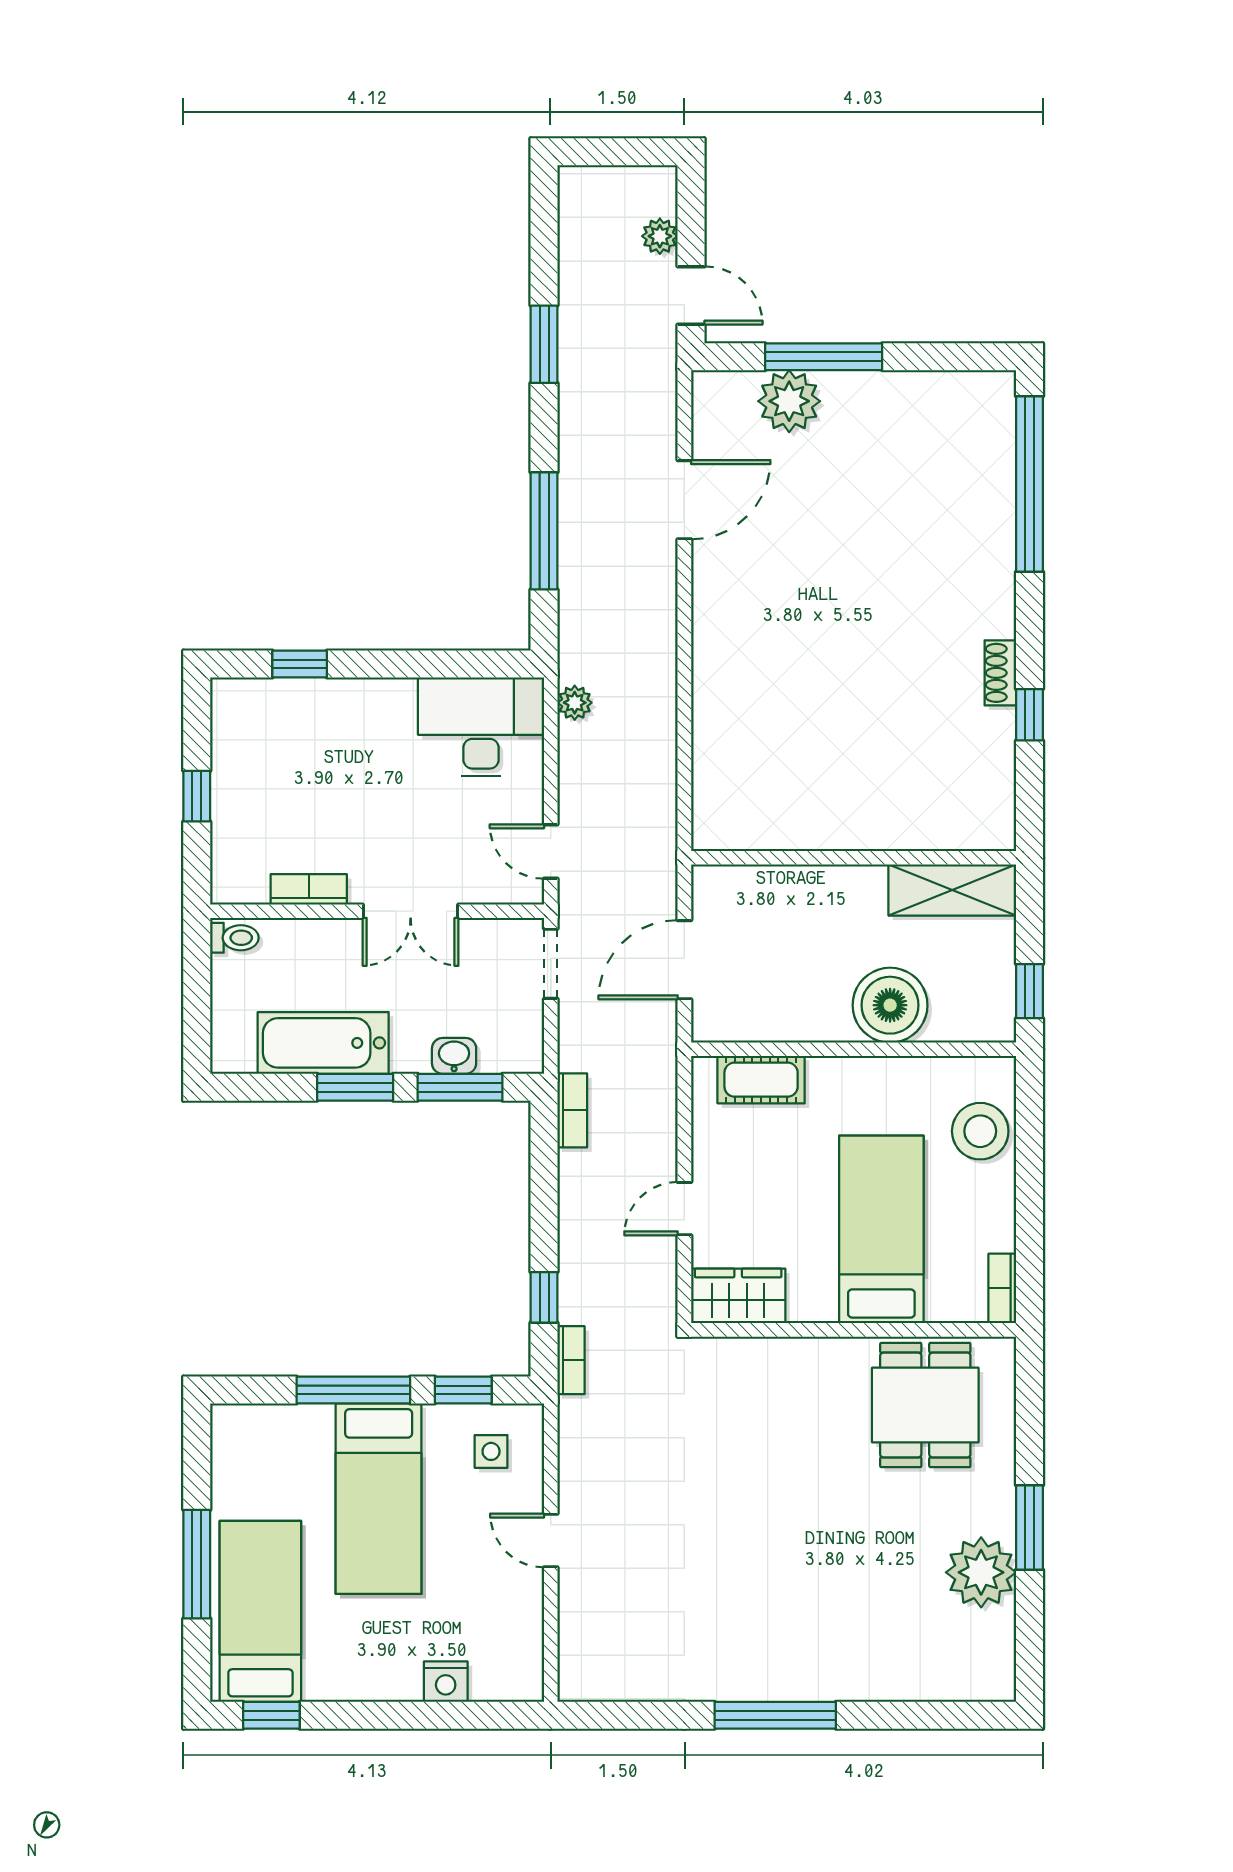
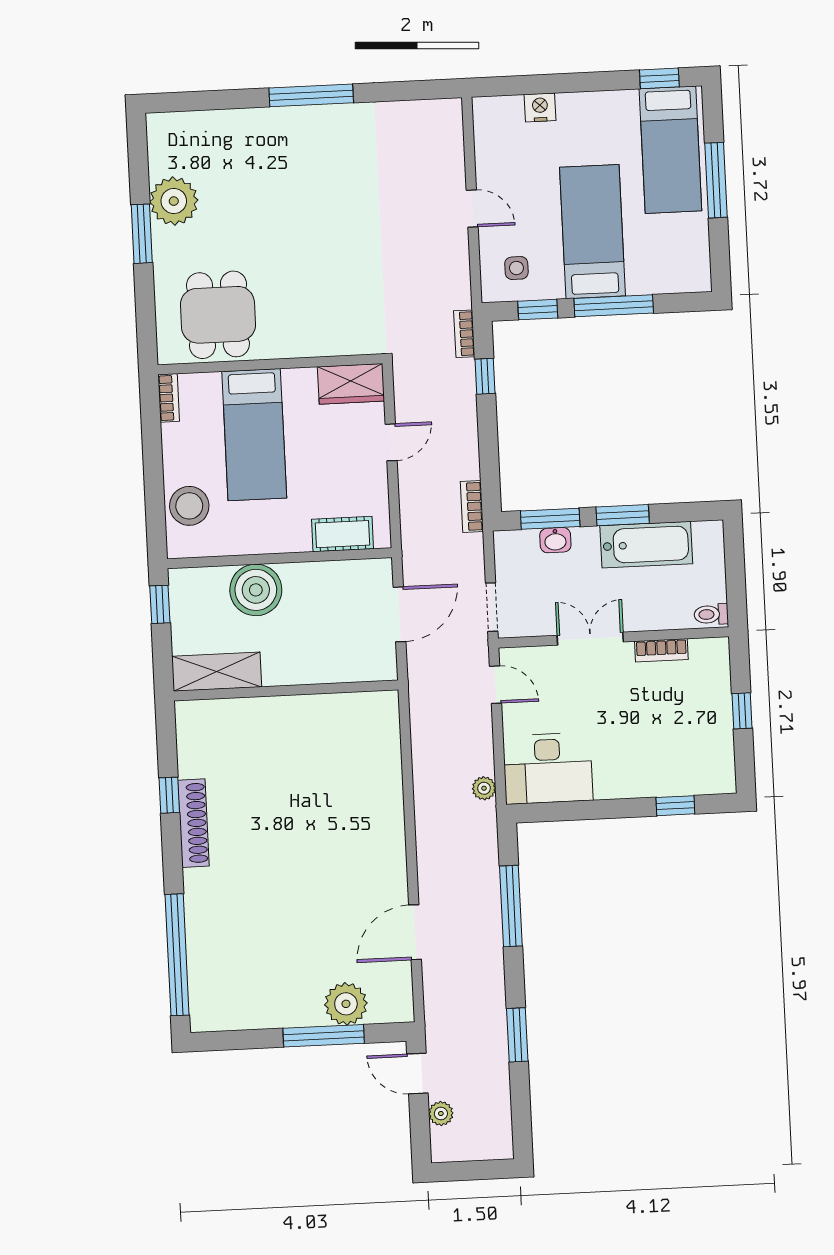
shoe rack: (1000, 673) -> (193, 823), width x1.94, depth x1.24

